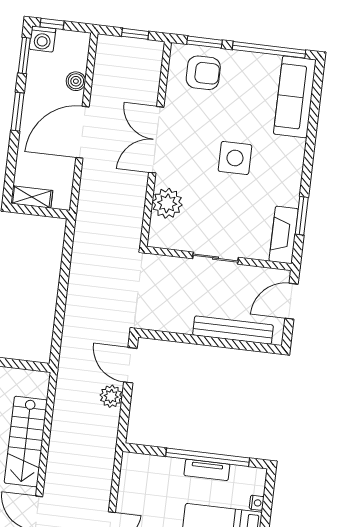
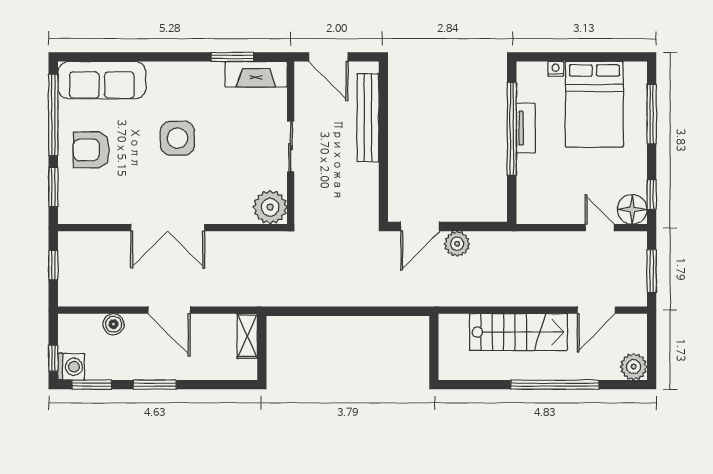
armchair: (203, 73) -> (91, 150), moved, turned -90
door: (82, 132) -> (169, 310), width x0.73
shelving: (32, 197) -> (247, 336), moved
plant: (167, 203) -> (270, 207), moved

